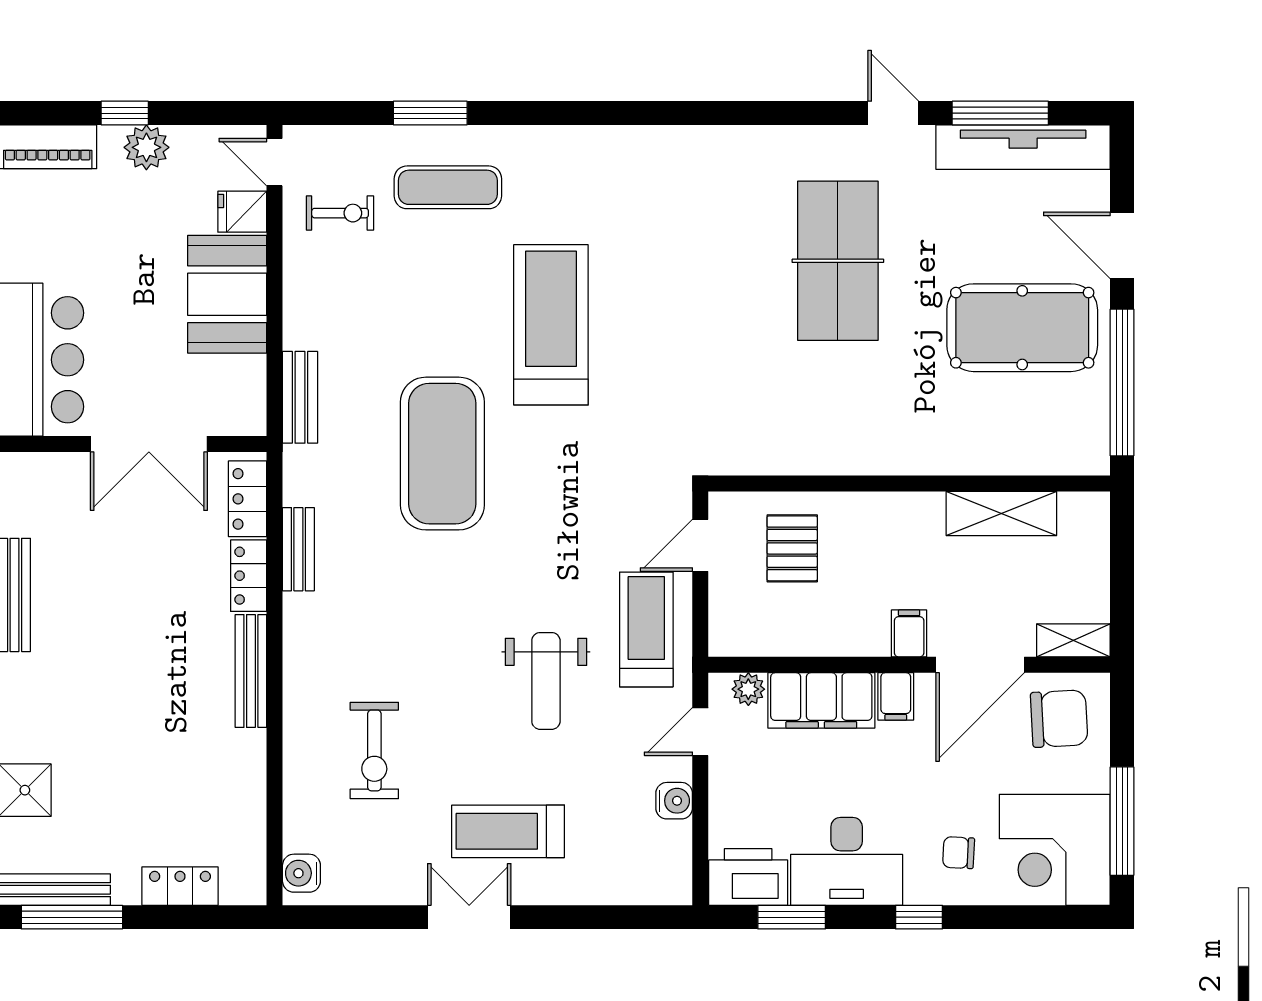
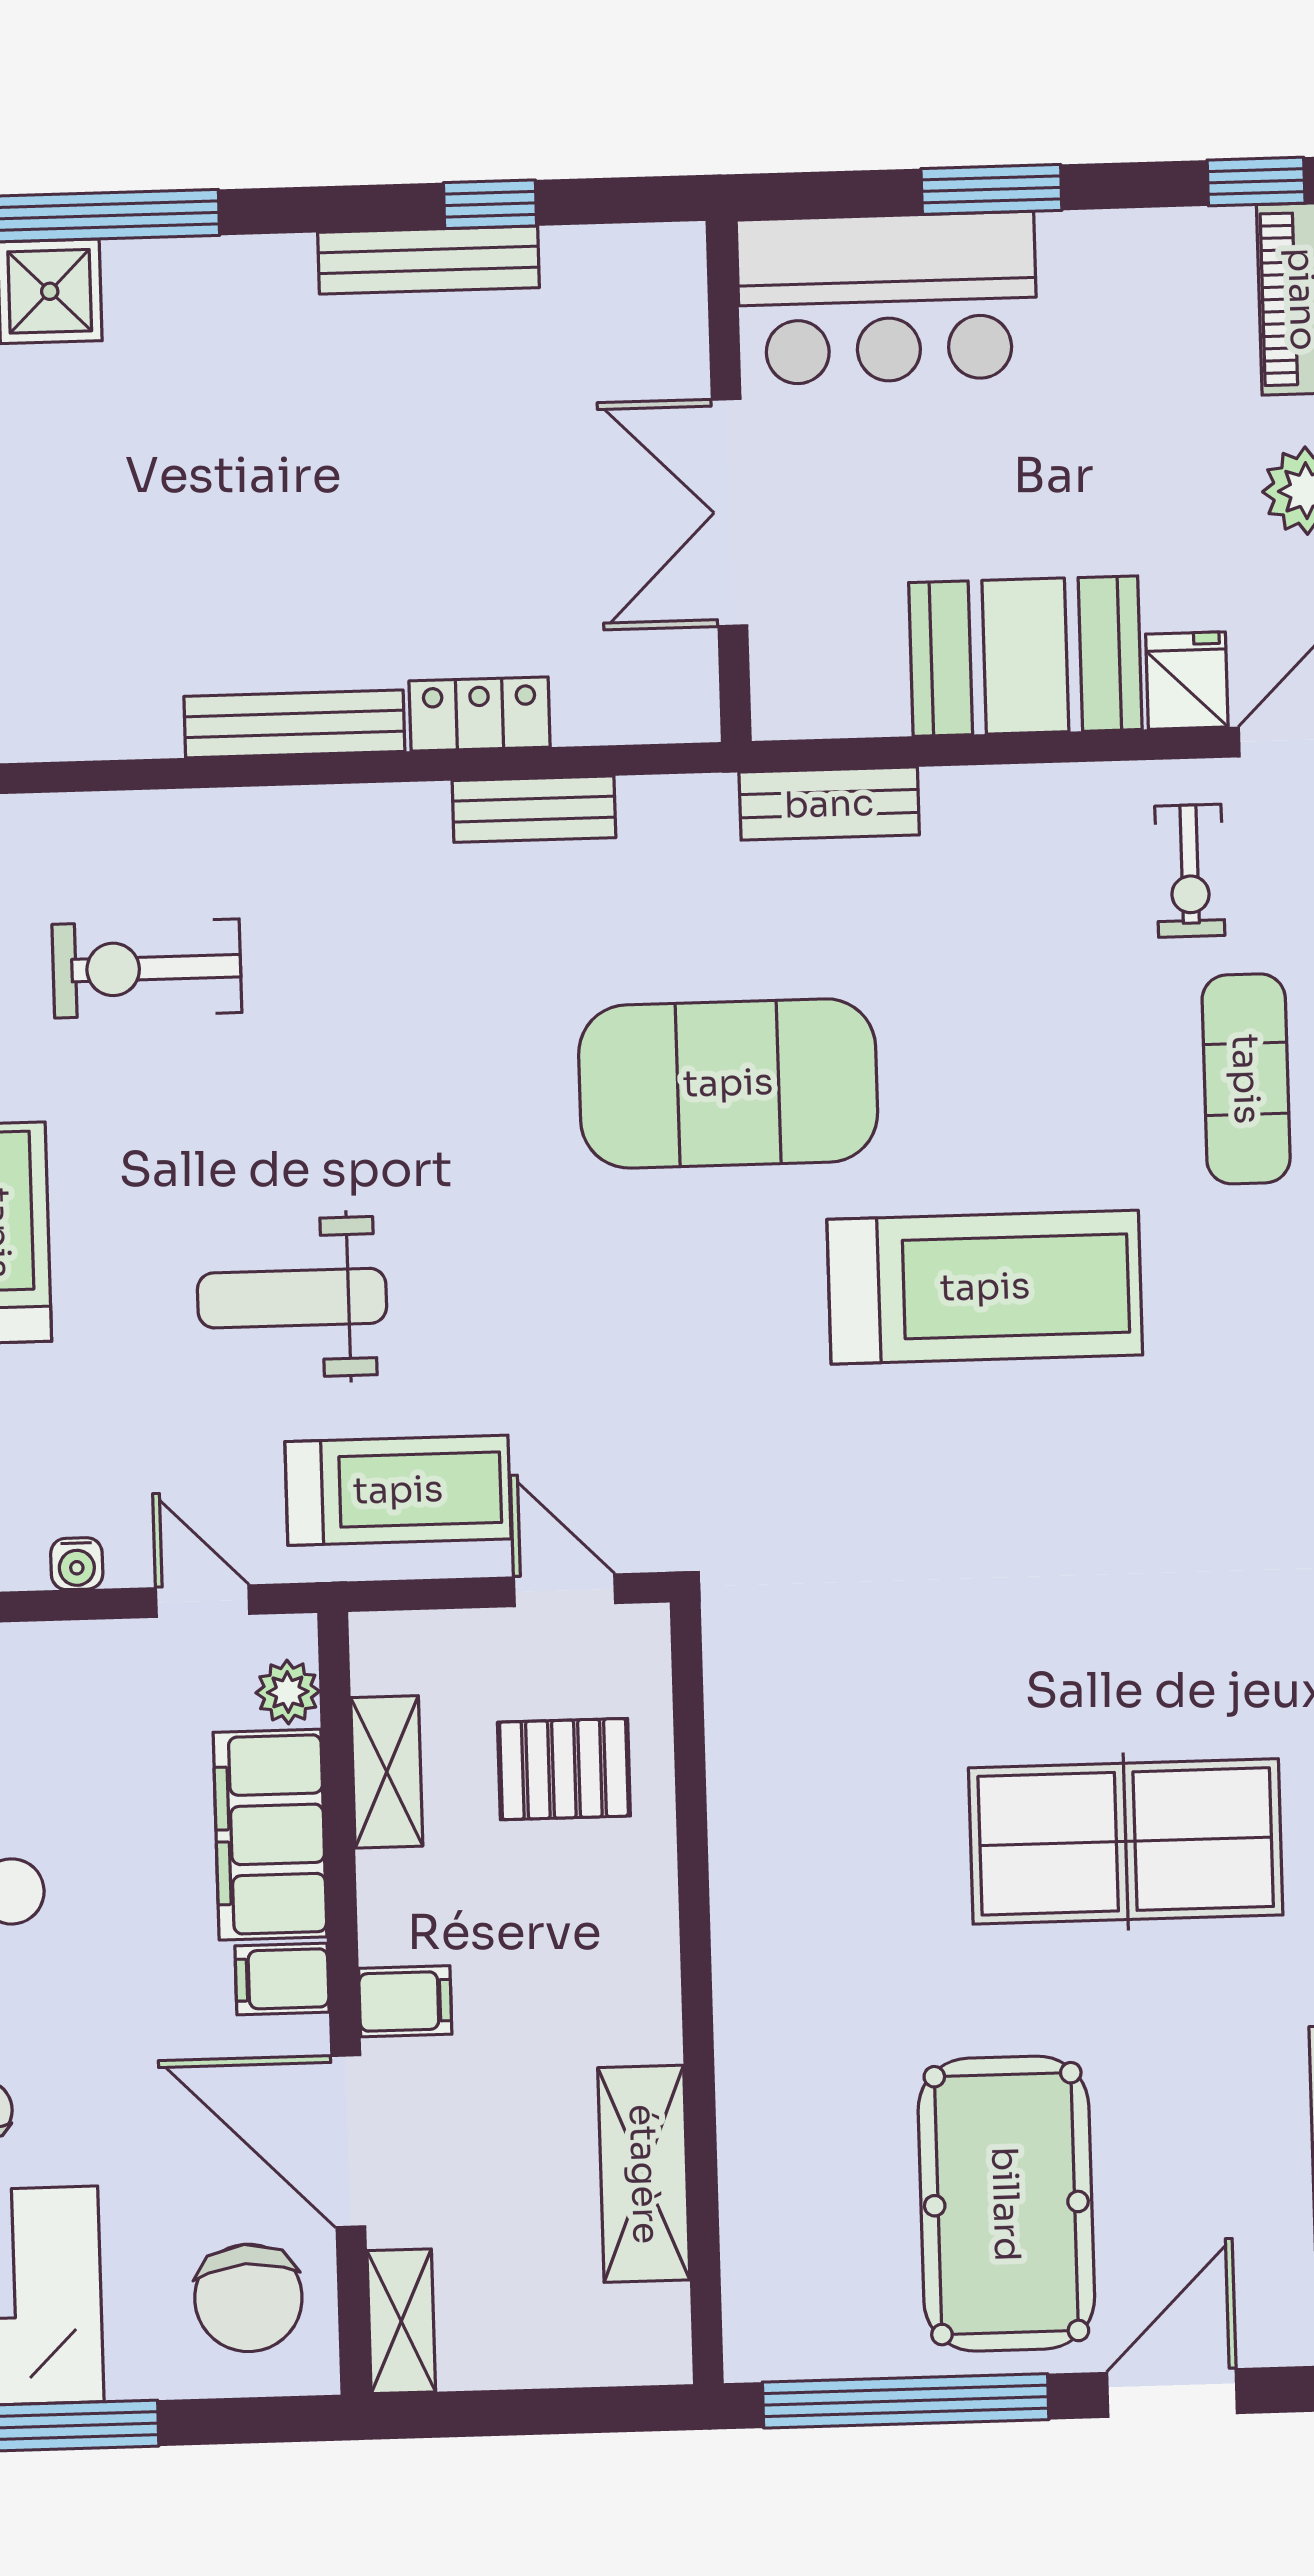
locker: (248, 499) -> (629, 707), removed
shelving: (791, 640) -> (387, 1772), added
water cooler: (674, 801) -> (77, 1564), width x0.72, depth x0.72

